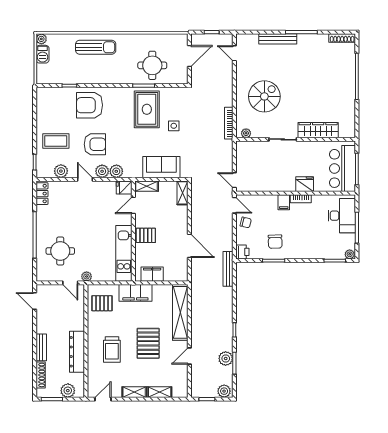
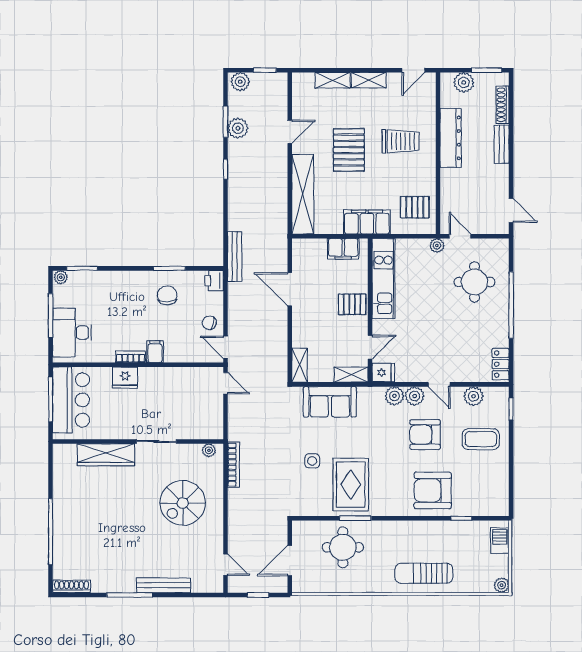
barbecue: (43, 54) -> (500, 541), moved
armchair: (89, 105) -> (433, 490), turned 180
trolley: (112, 349) -> (401, 141), turned 90

